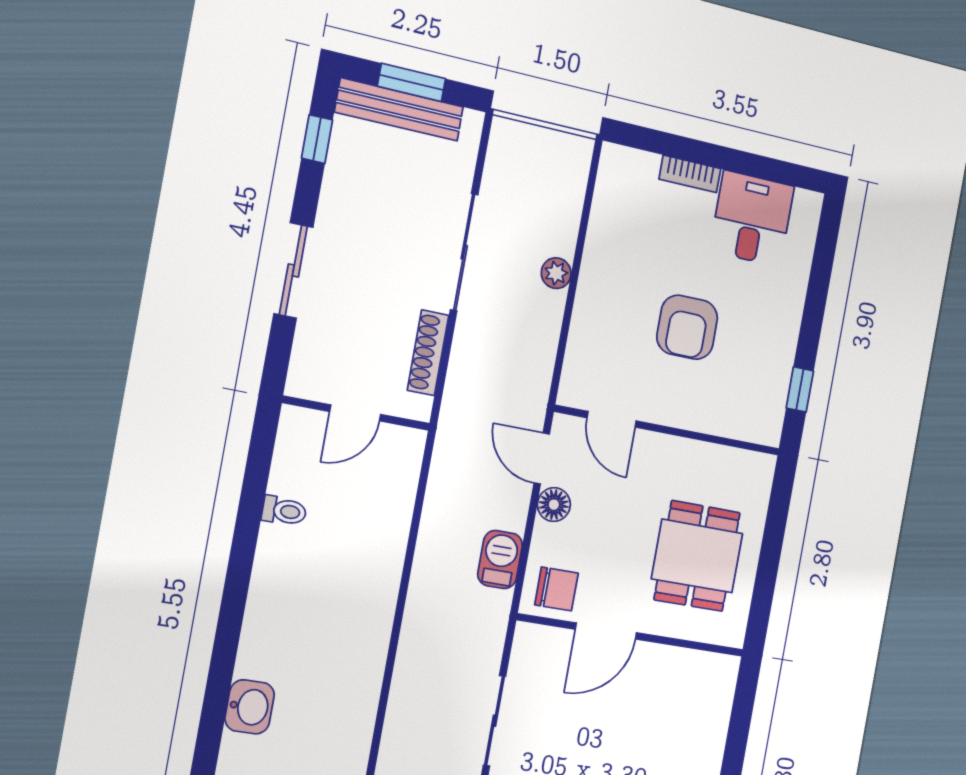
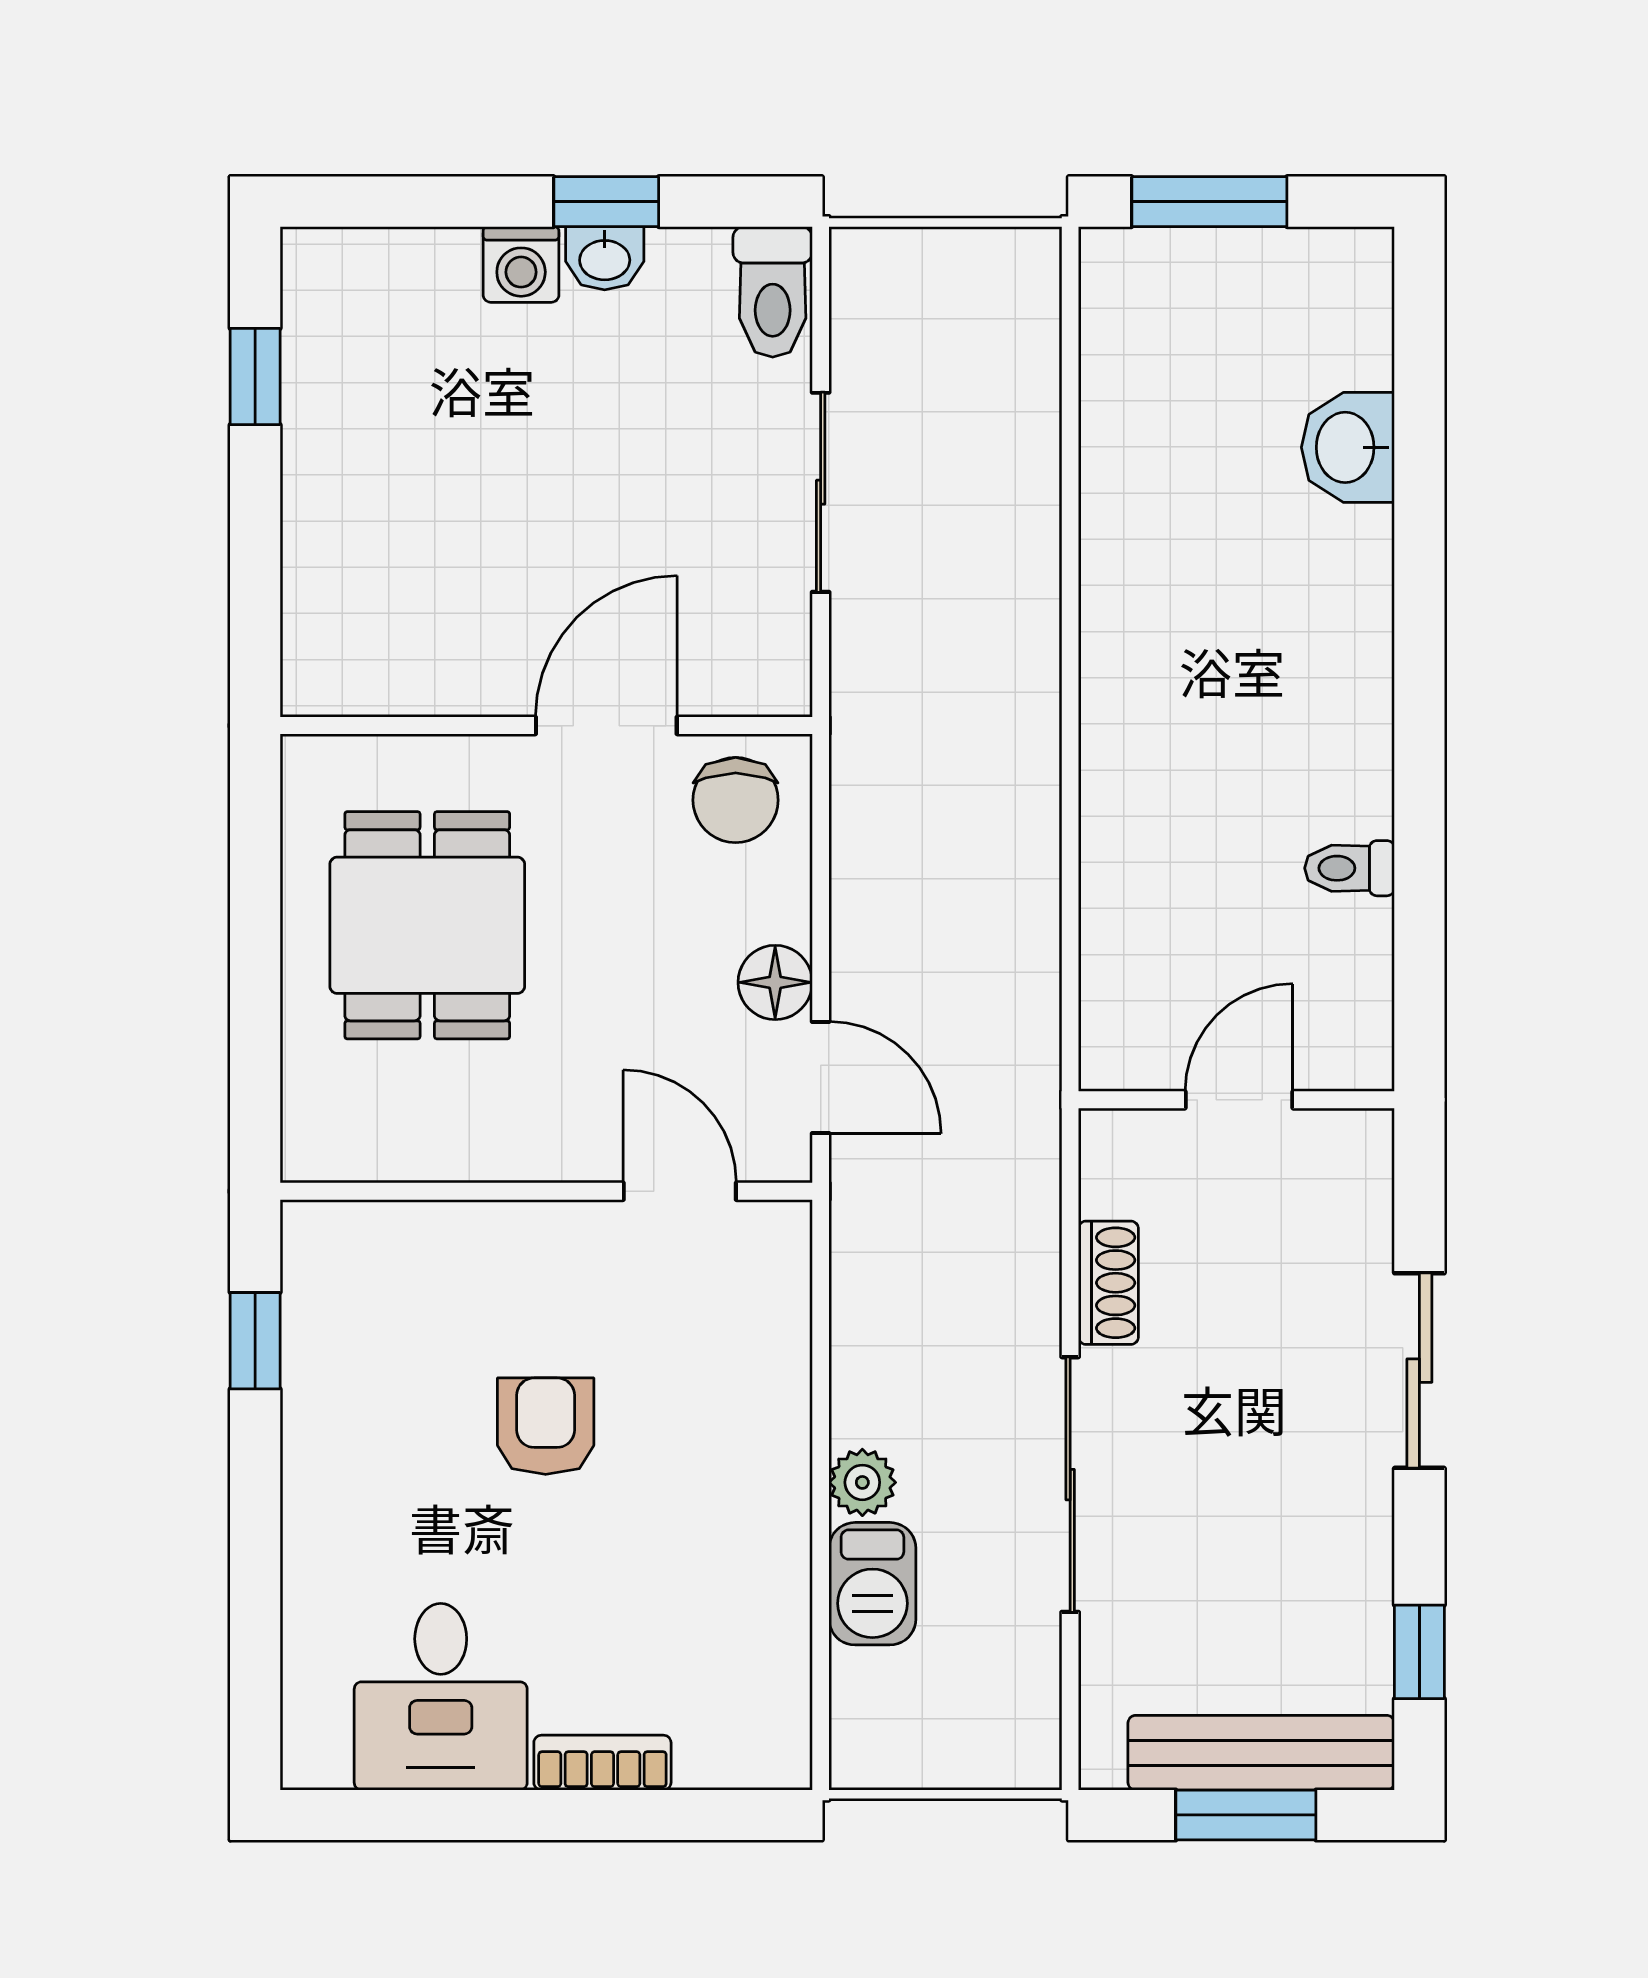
armchair: (687, 327) -> (546, 1426), width x0.72, depth x0.72
shoe rack: (428, 353) -> (1108, 1283), width x0.70
barbecue: (500, 560) -> (872, 1584), moved
chair: (556, 589) -> (736, 800), turned -90

